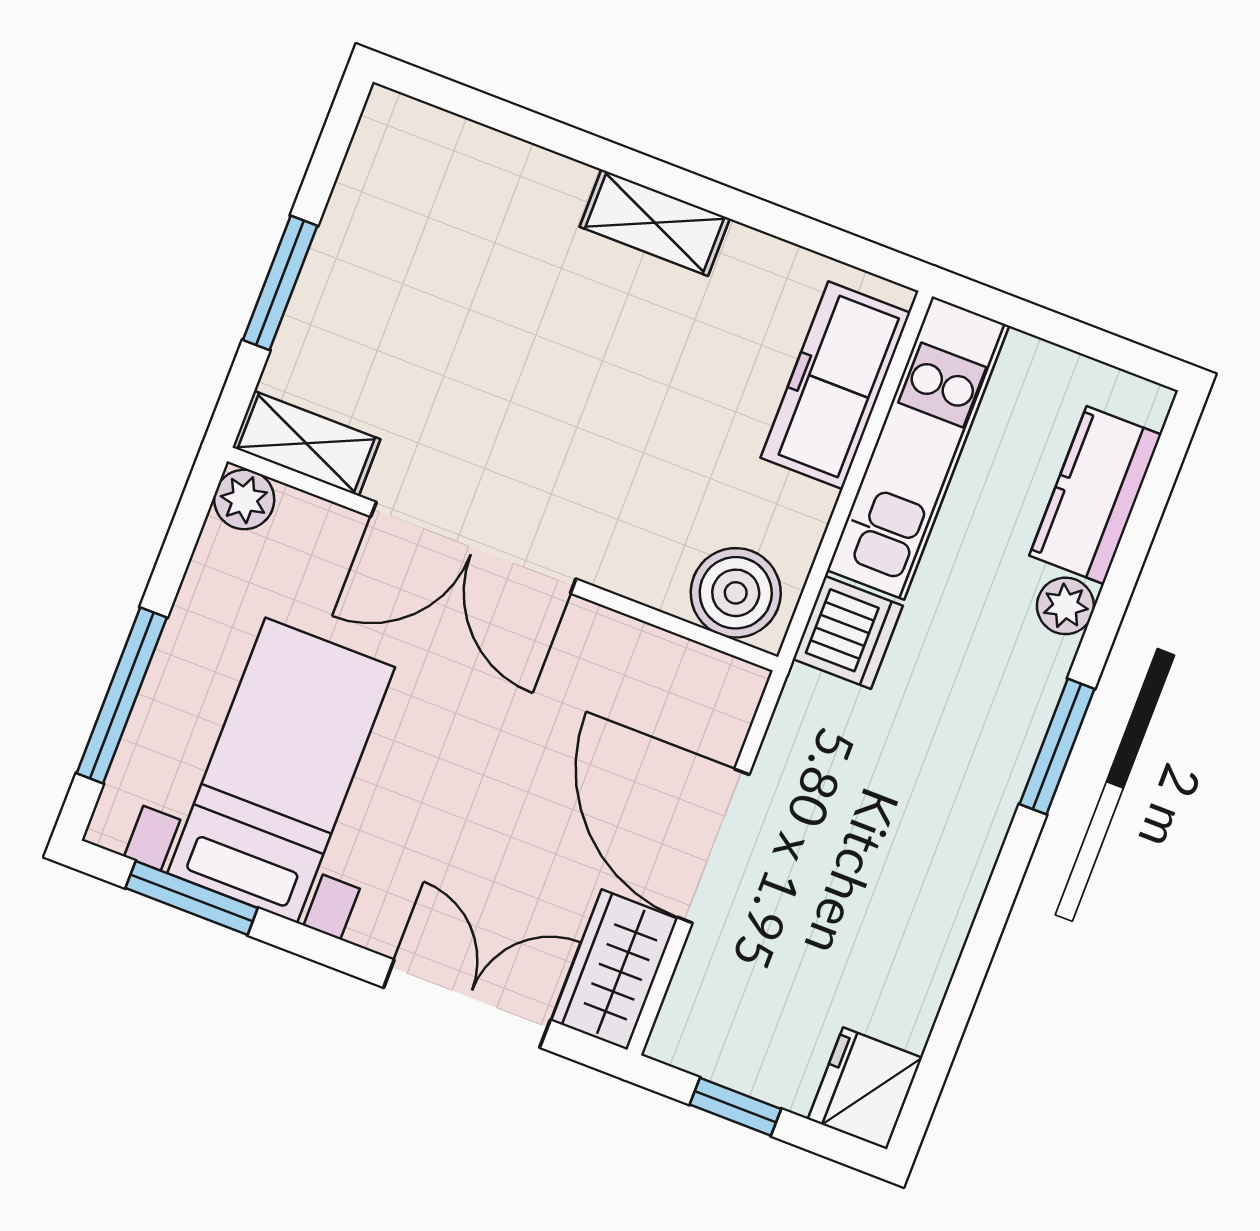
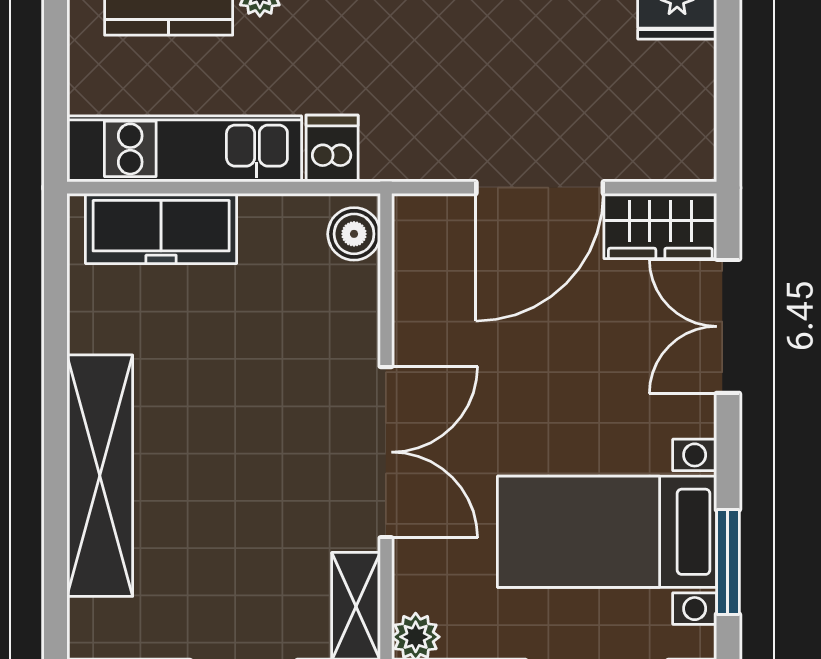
shelving: (655, 223) -> (100, 476), width x2.20, depth x1.33
boiler: (736, 593) -> (354, 234), width x0.73, depth x0.73
dishwasher: (848, 632) -> (332, 149), width x0.73
window: (735, 1107) -> (728, 97), removed

